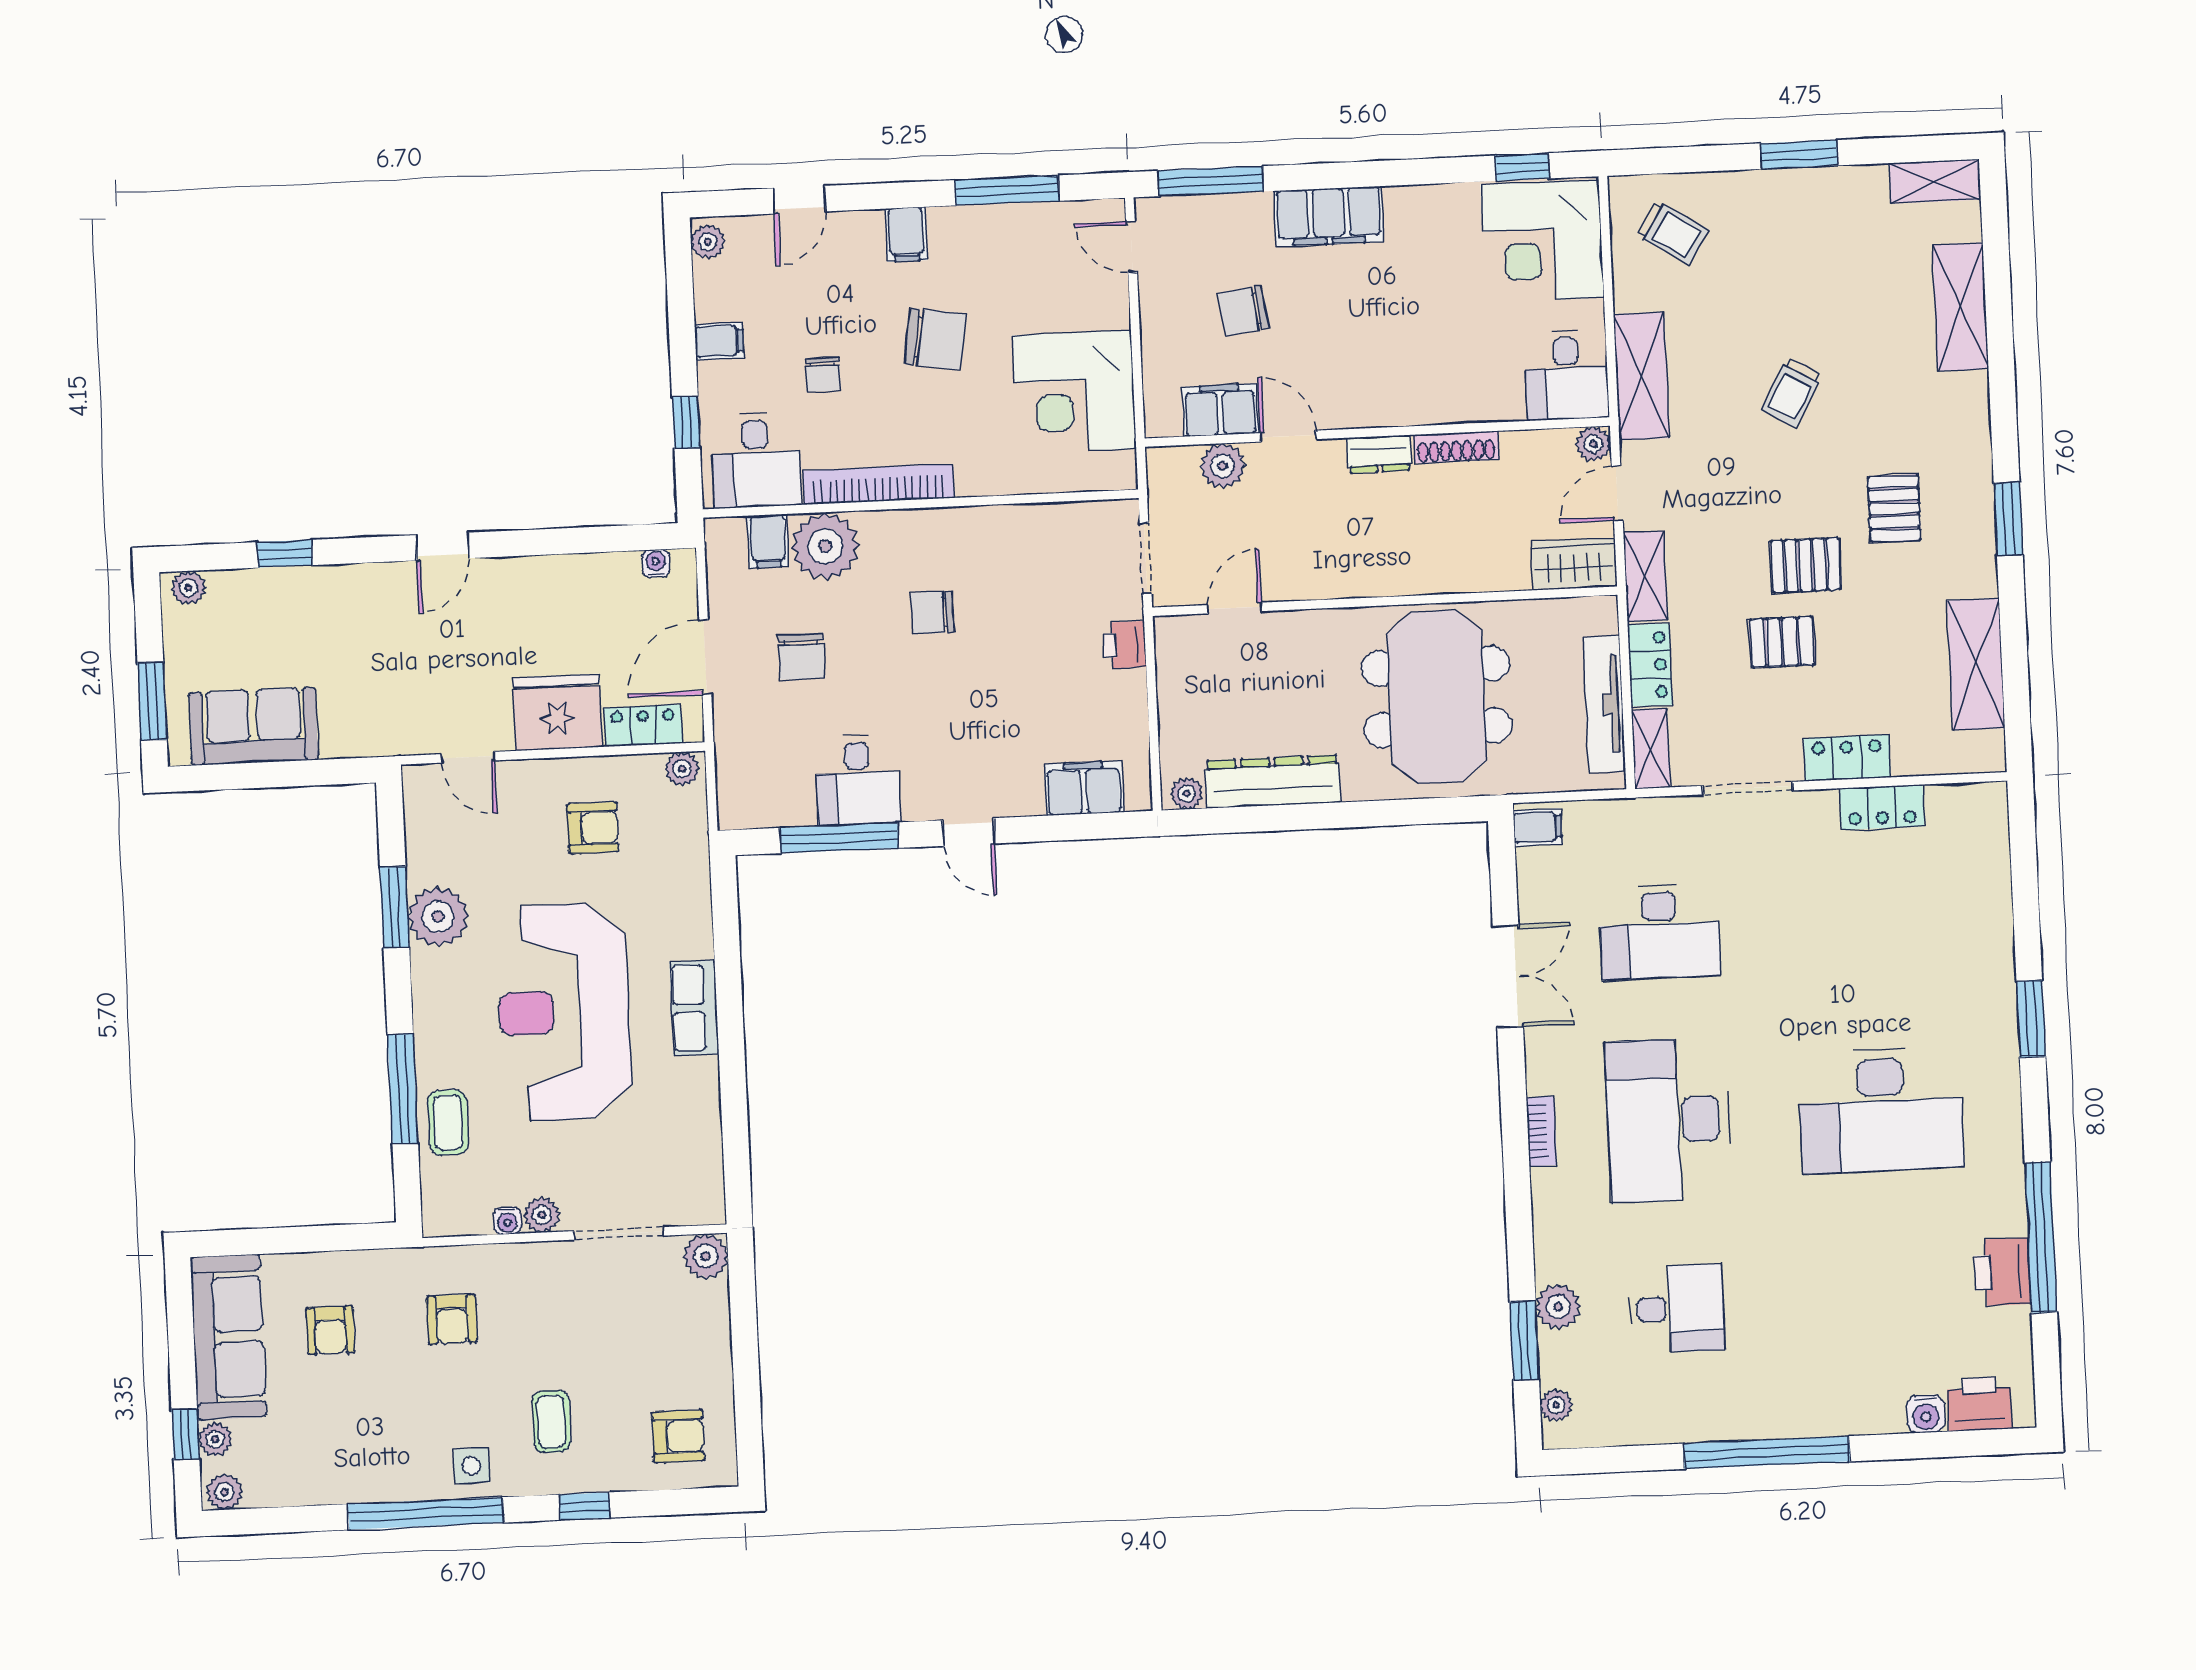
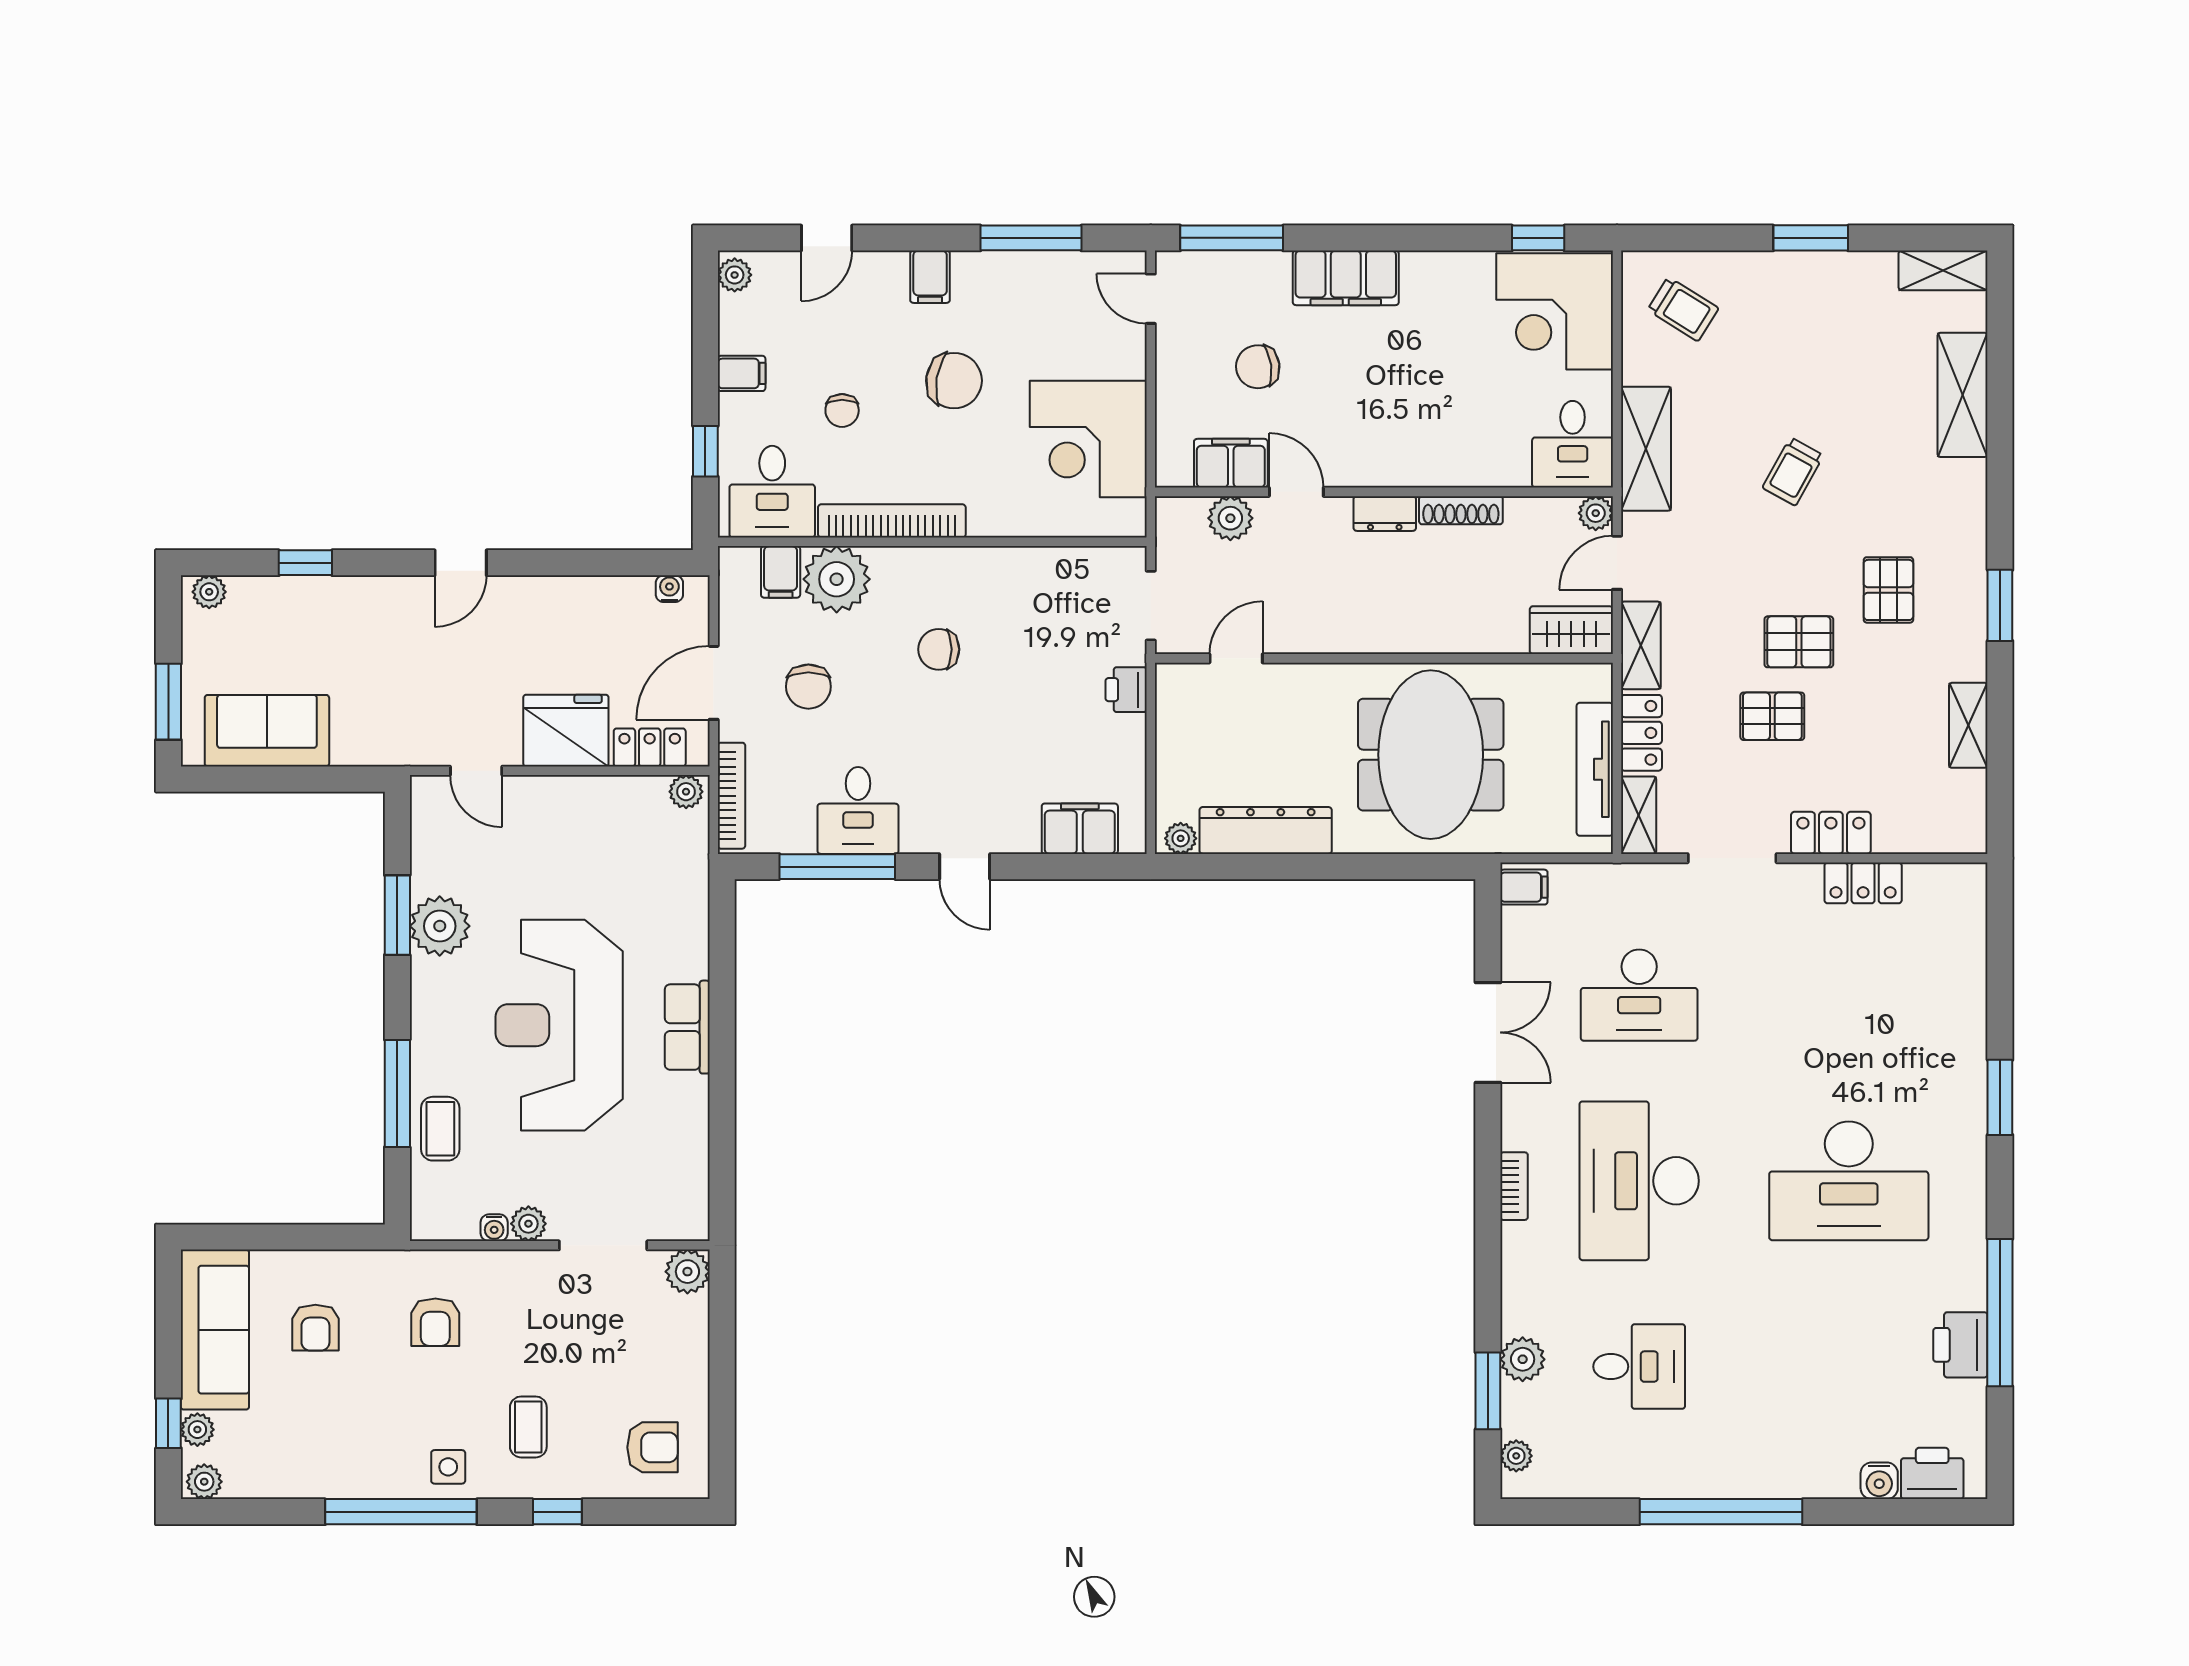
shelving: (1976, 664) -> (1968, 725), width x0.67, depth x0.75
bookcase: (728, 771) -> (731, 796), added
armchair: (593, 828) -> (596, 846), removed

